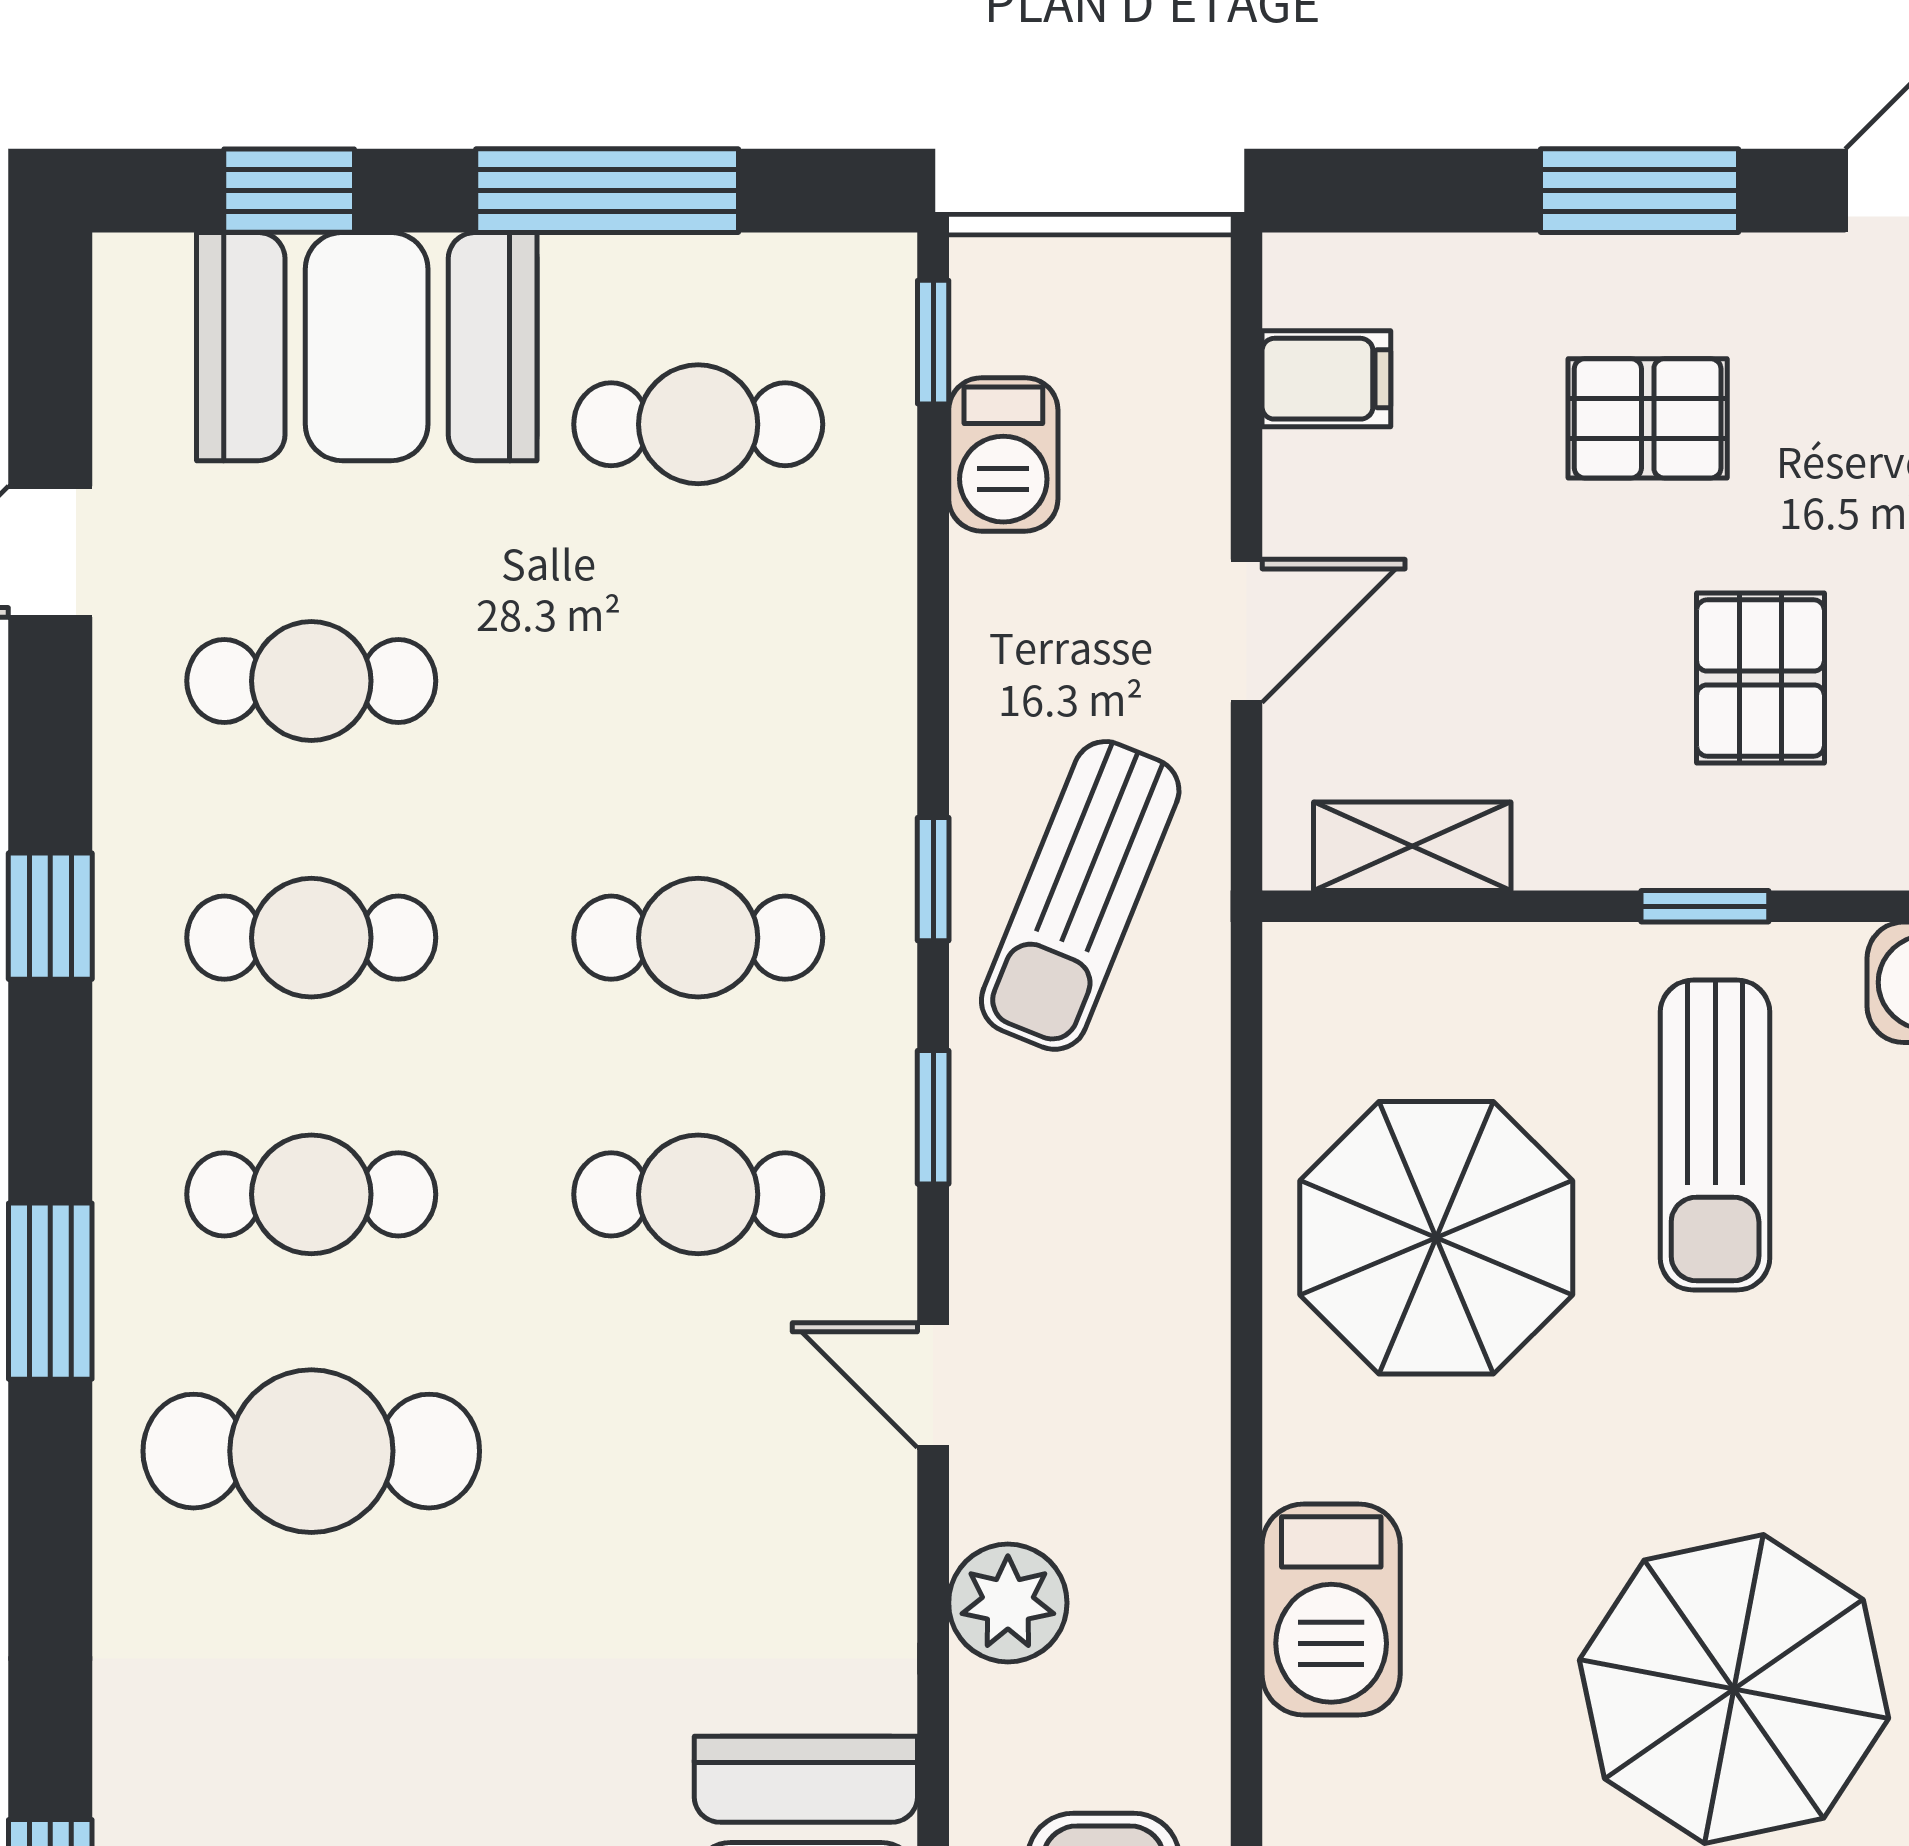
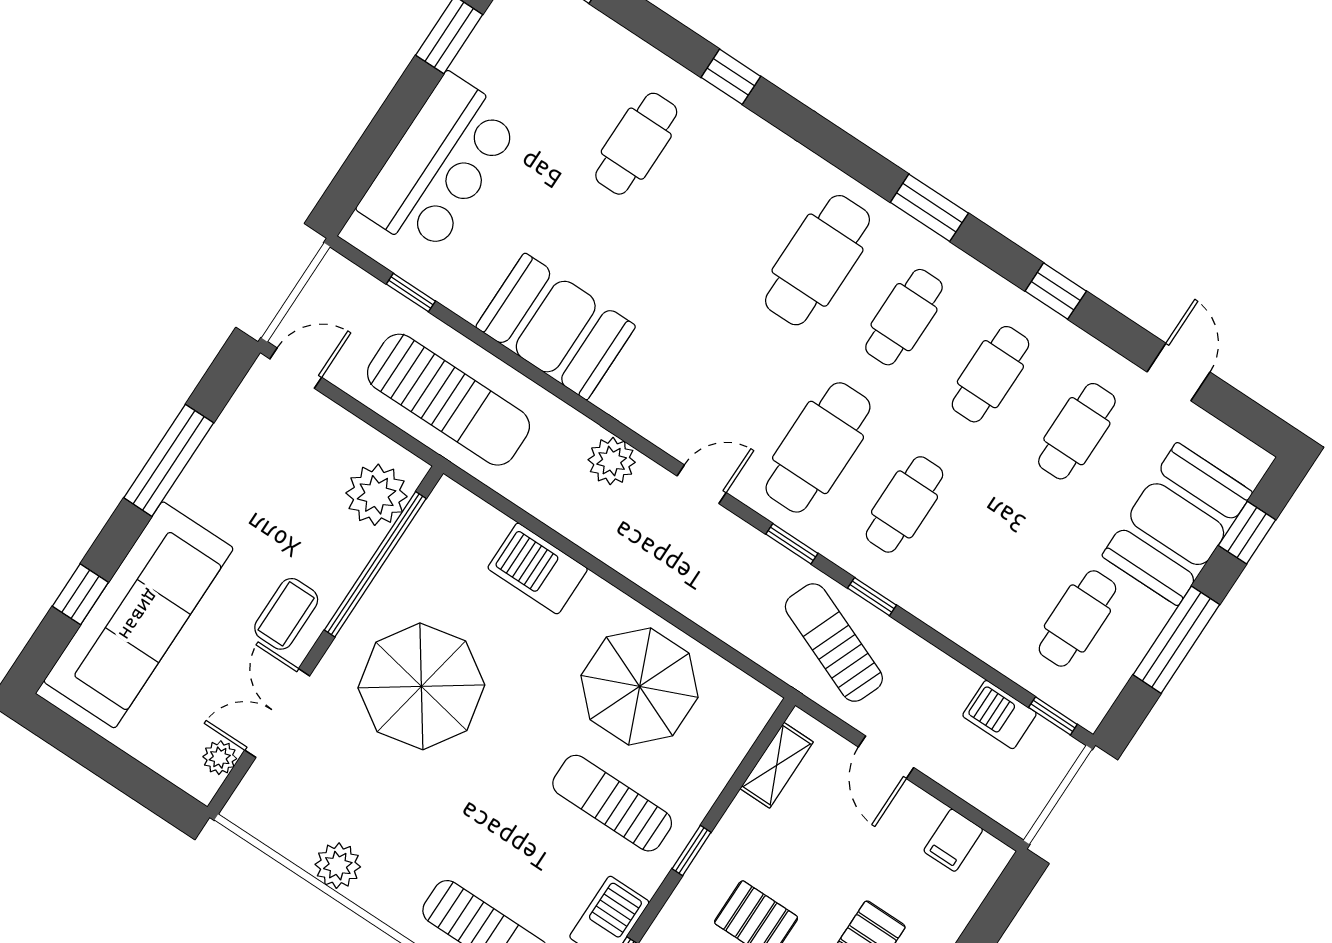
cafe table: (698, 1194) -> (818, 447), width x1.37, depth x1.35

